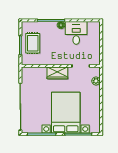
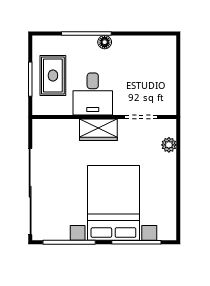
desk: (76, 33) -> (93, 94), moved, turned 180

